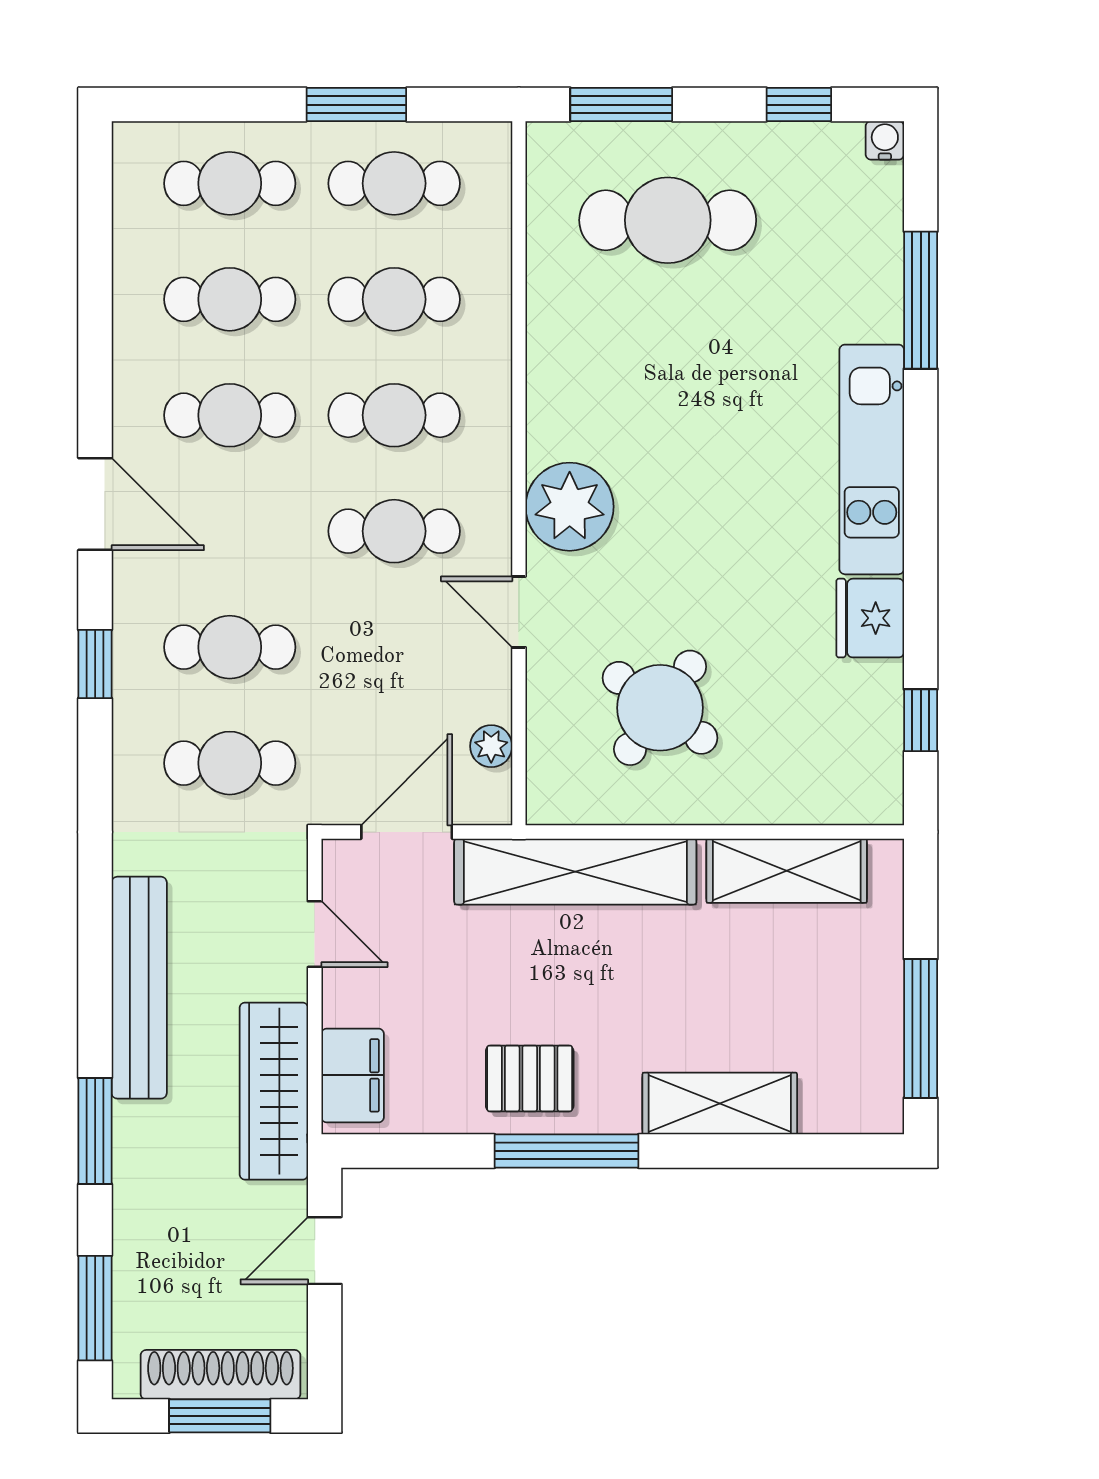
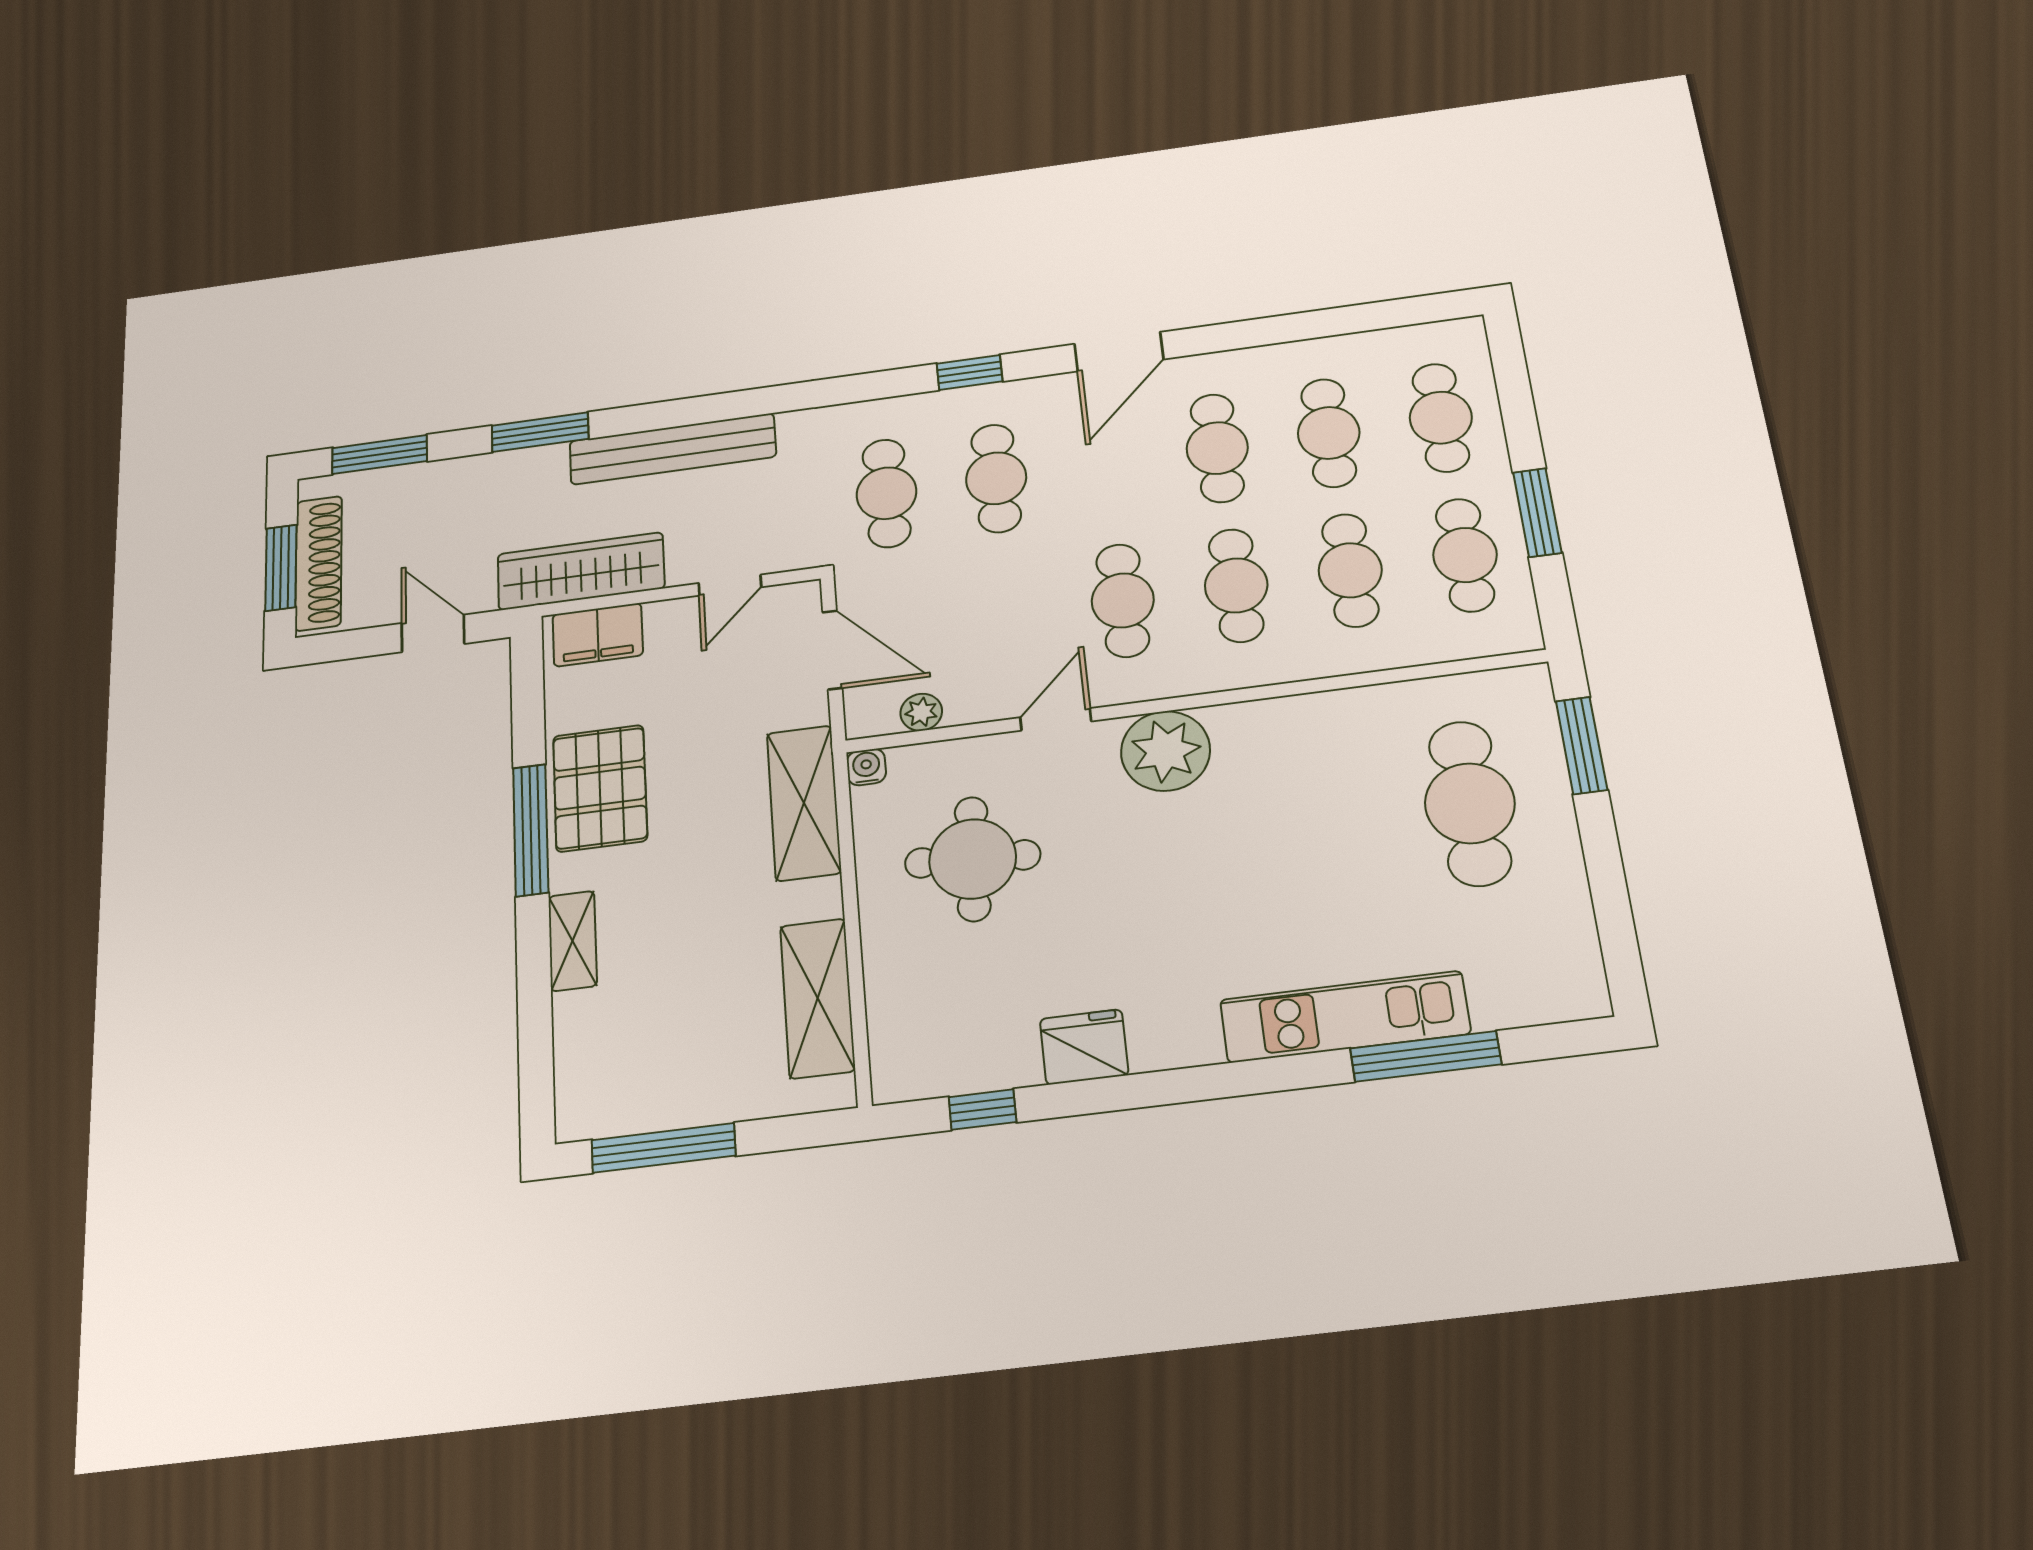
window: (799, 105) -> (1613, 912), removed
water cooler: (885, 140) -> (866, 767), moved, turned -90
kitchen unit: (872, 459) -> (1345, 1017), moved
round table: (660, 708) -> (973, 859), turned -33
shelving: (575, 872) -> (804, 803), width x0.68
pallet: (530, 1078) -> (600, 788), width x1.50, depth x1.42
shelving: (720, 1103) -> (573, 941), width x0.67, depth x0.75

